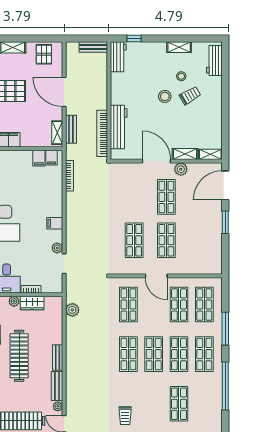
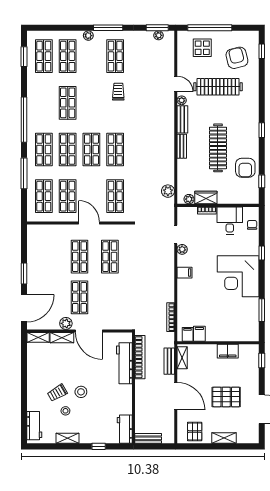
window: (134, 38) -> (99, 446), moved
plant: (14, 301) -> (189, 199), moved

